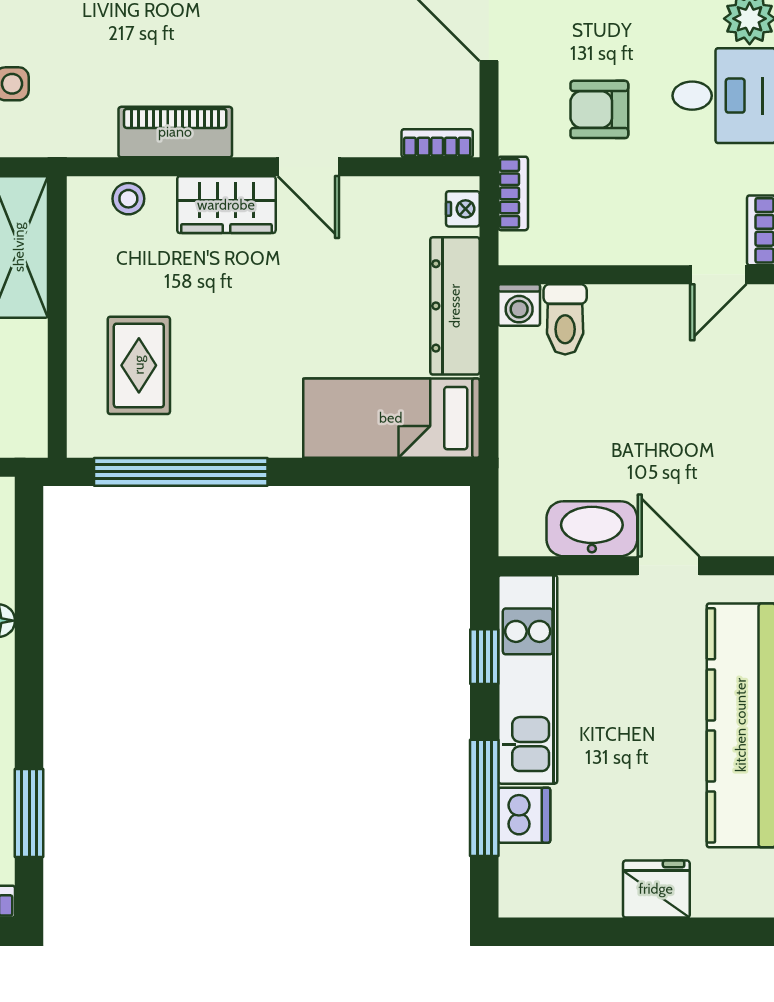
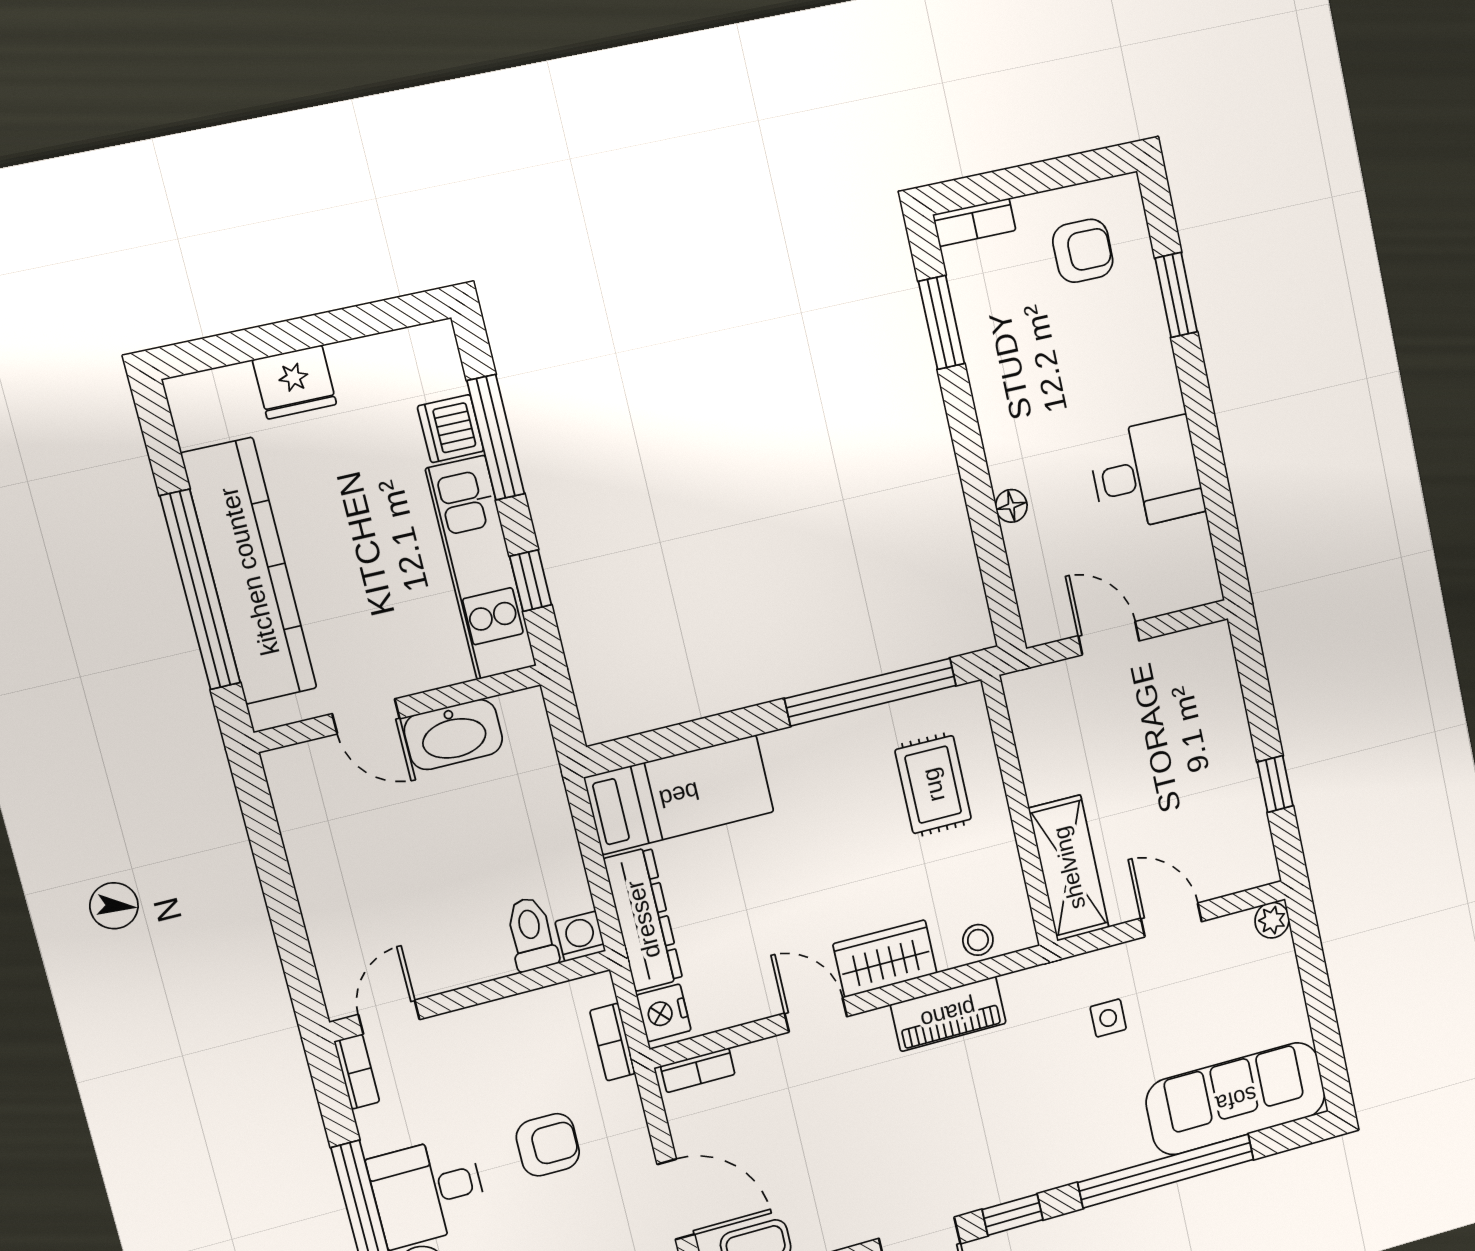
nightstand: (463, 209) -> (664, 1013), width x1.39, depth x1.35

